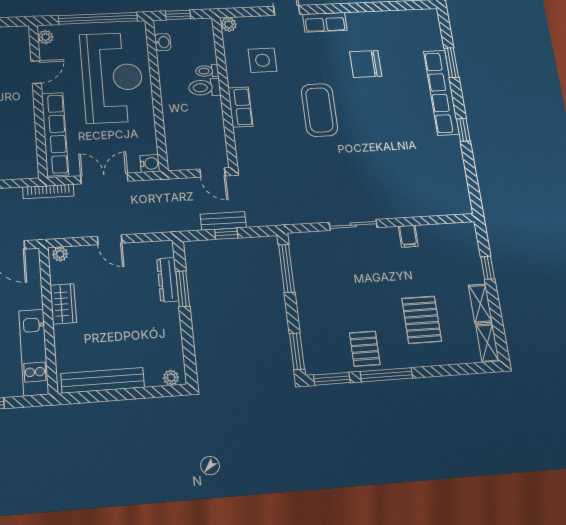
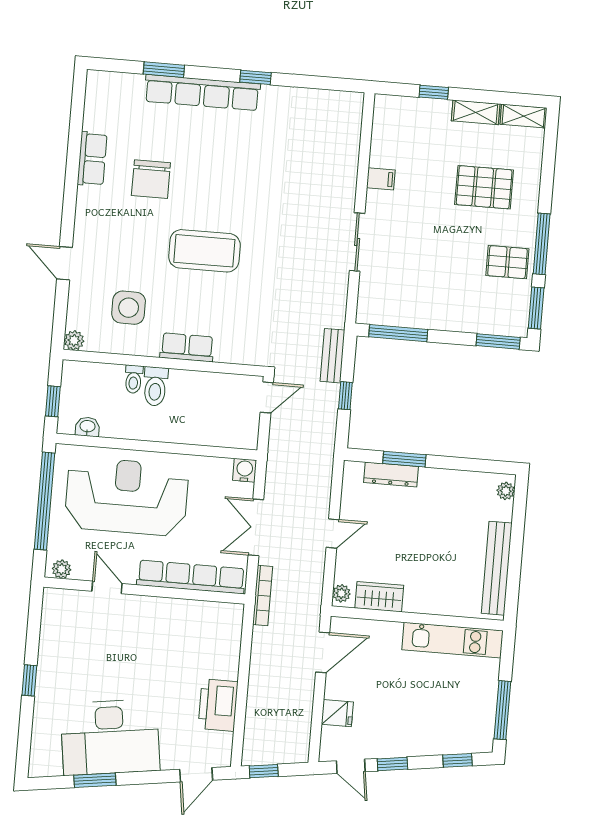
row of seats: (325, 22) -> (92, 159), moved
bench: (223, 221) -> (332, 356), moved
wardrobe: (63, 304) -> (379, 597), moved

